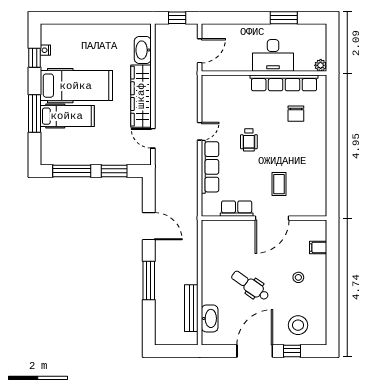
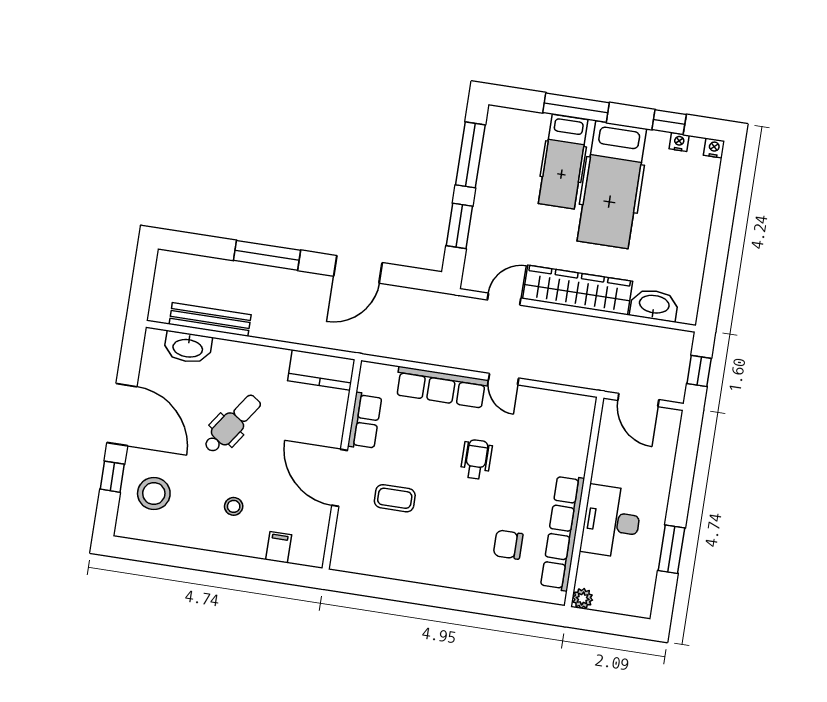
nightstand: (46, 29) -> (714, 148), added
wheelchair: (249, 140) -> (476, 459), turned 90
kitchen counter: (211, 239) -> (321, 370), added

